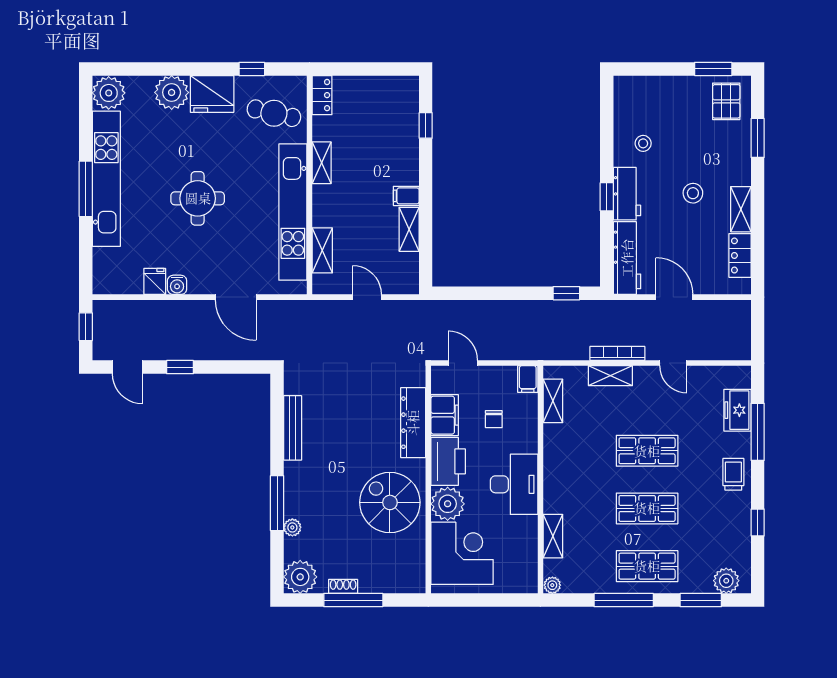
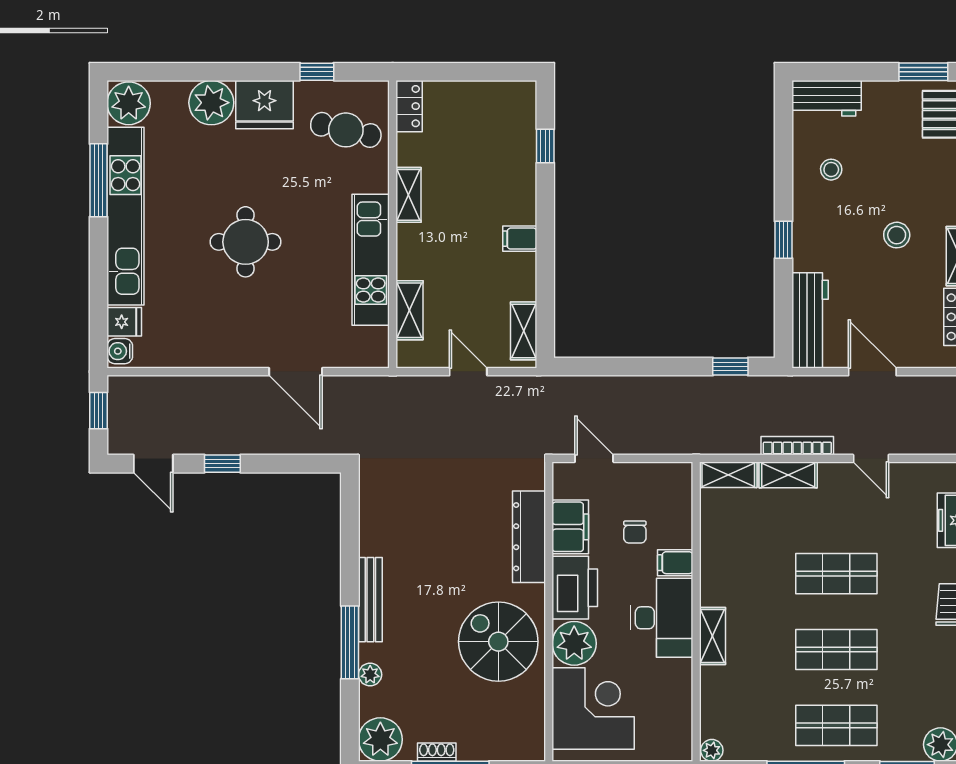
window: (86, 189) -> (98, 180), moved
workbench: (627, 194) -> (827, 98), moved, turned 90
kitchen unit: (293, 212) -> (371, 260), width x0.73
shelving: (409, 229) -> (524, 331), moved
fridge: (155, 281) -> (124, 322), moved, turned 90
water cooler: (177, 285) -> (120, 351), moved, turned 90
filing cabinet: (528, 379) -> (675, 563), moved, turned 90
shelving: (553, 401) -> (728, 475), moved, turned 90
bench: (293, 428) -> (370, 600), moved
shelving: (553, 536) -> (712, 636), moved

